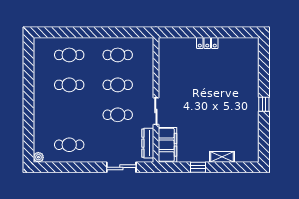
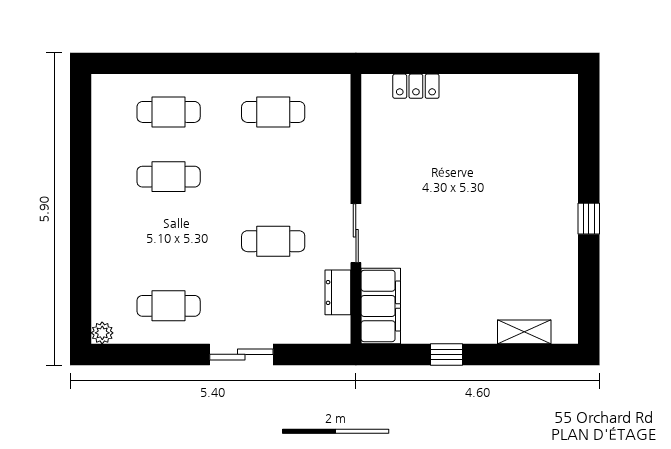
locker: (207, 43) -> (416, 86), moved
cafe table: (118, 85) -> (273, 177), removed
dresser: (148, 143) -> (338, 292), width x0.70
shelving: (222, 157) -> (524, 332), moved
sliding door: (121, 167) -> (241, 354), moved

